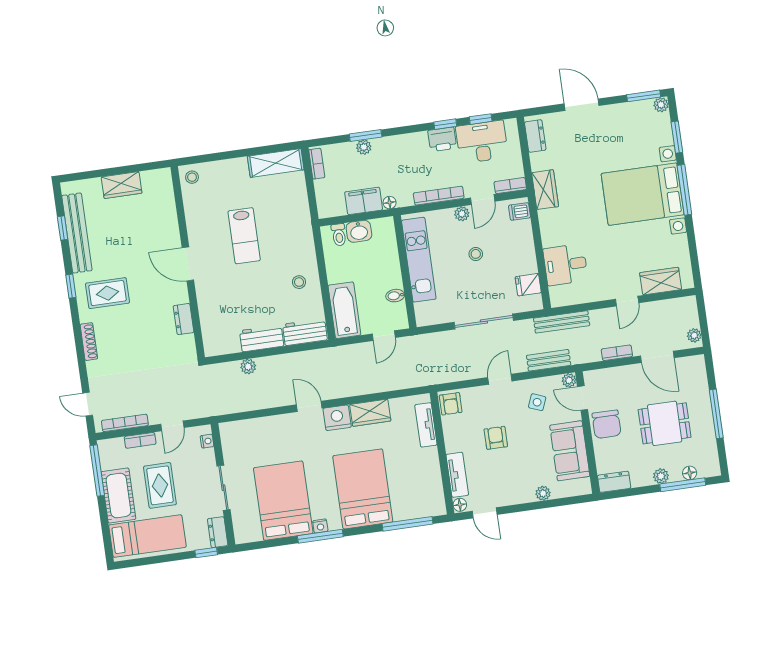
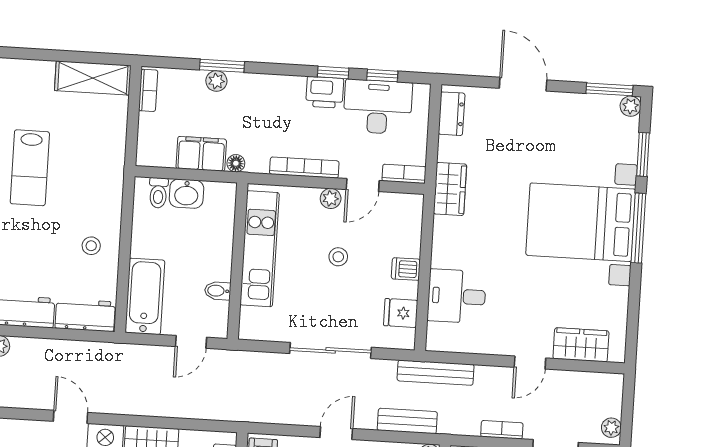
dishwasher: (520, 211) -> (406, 269), moved

